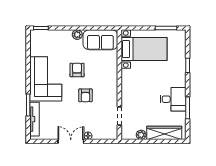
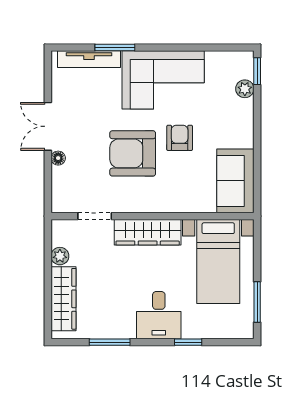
plant: (77, 35) -> (245, 89), moved
armchair: (77, 70) -> (180, 138), turned -90
wardrobe: (128, 87) -> (148, 232), added
armchair: (85, 95) -> (133, 153), width x1.88, depth x1.88
desk: (173, 99) -> (159, 315), moved
double door: (71, 141) -> (48, 126), swing flipped

